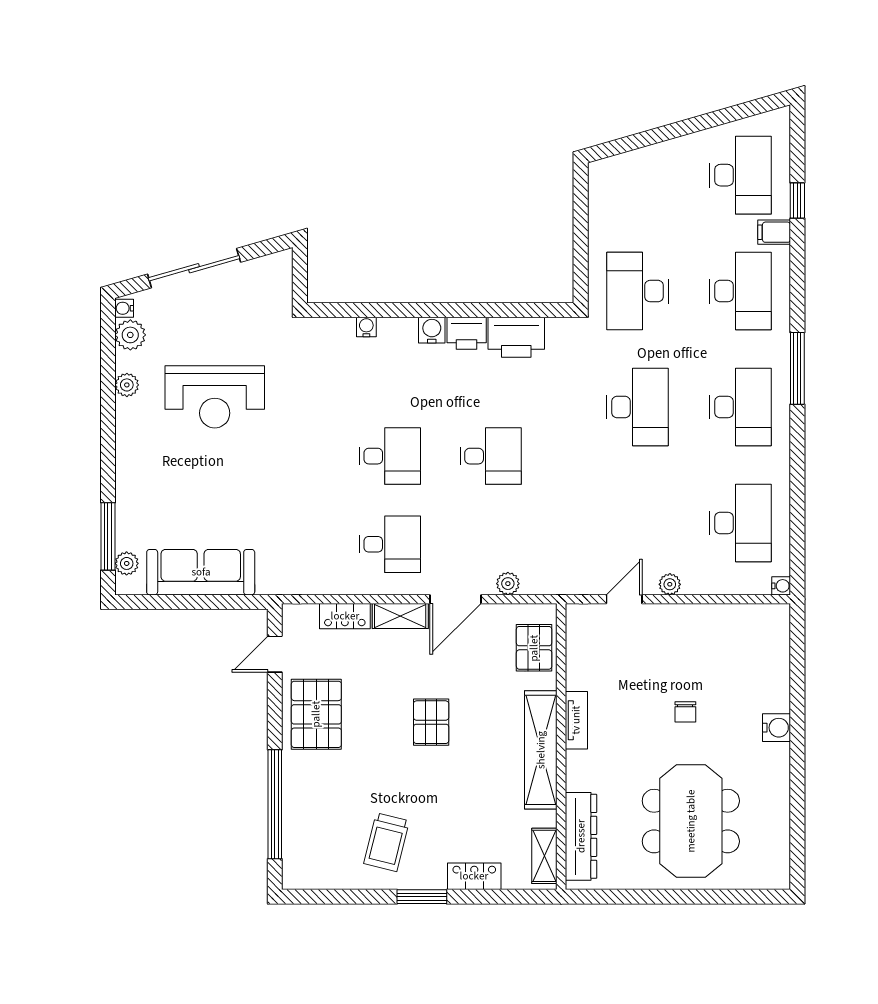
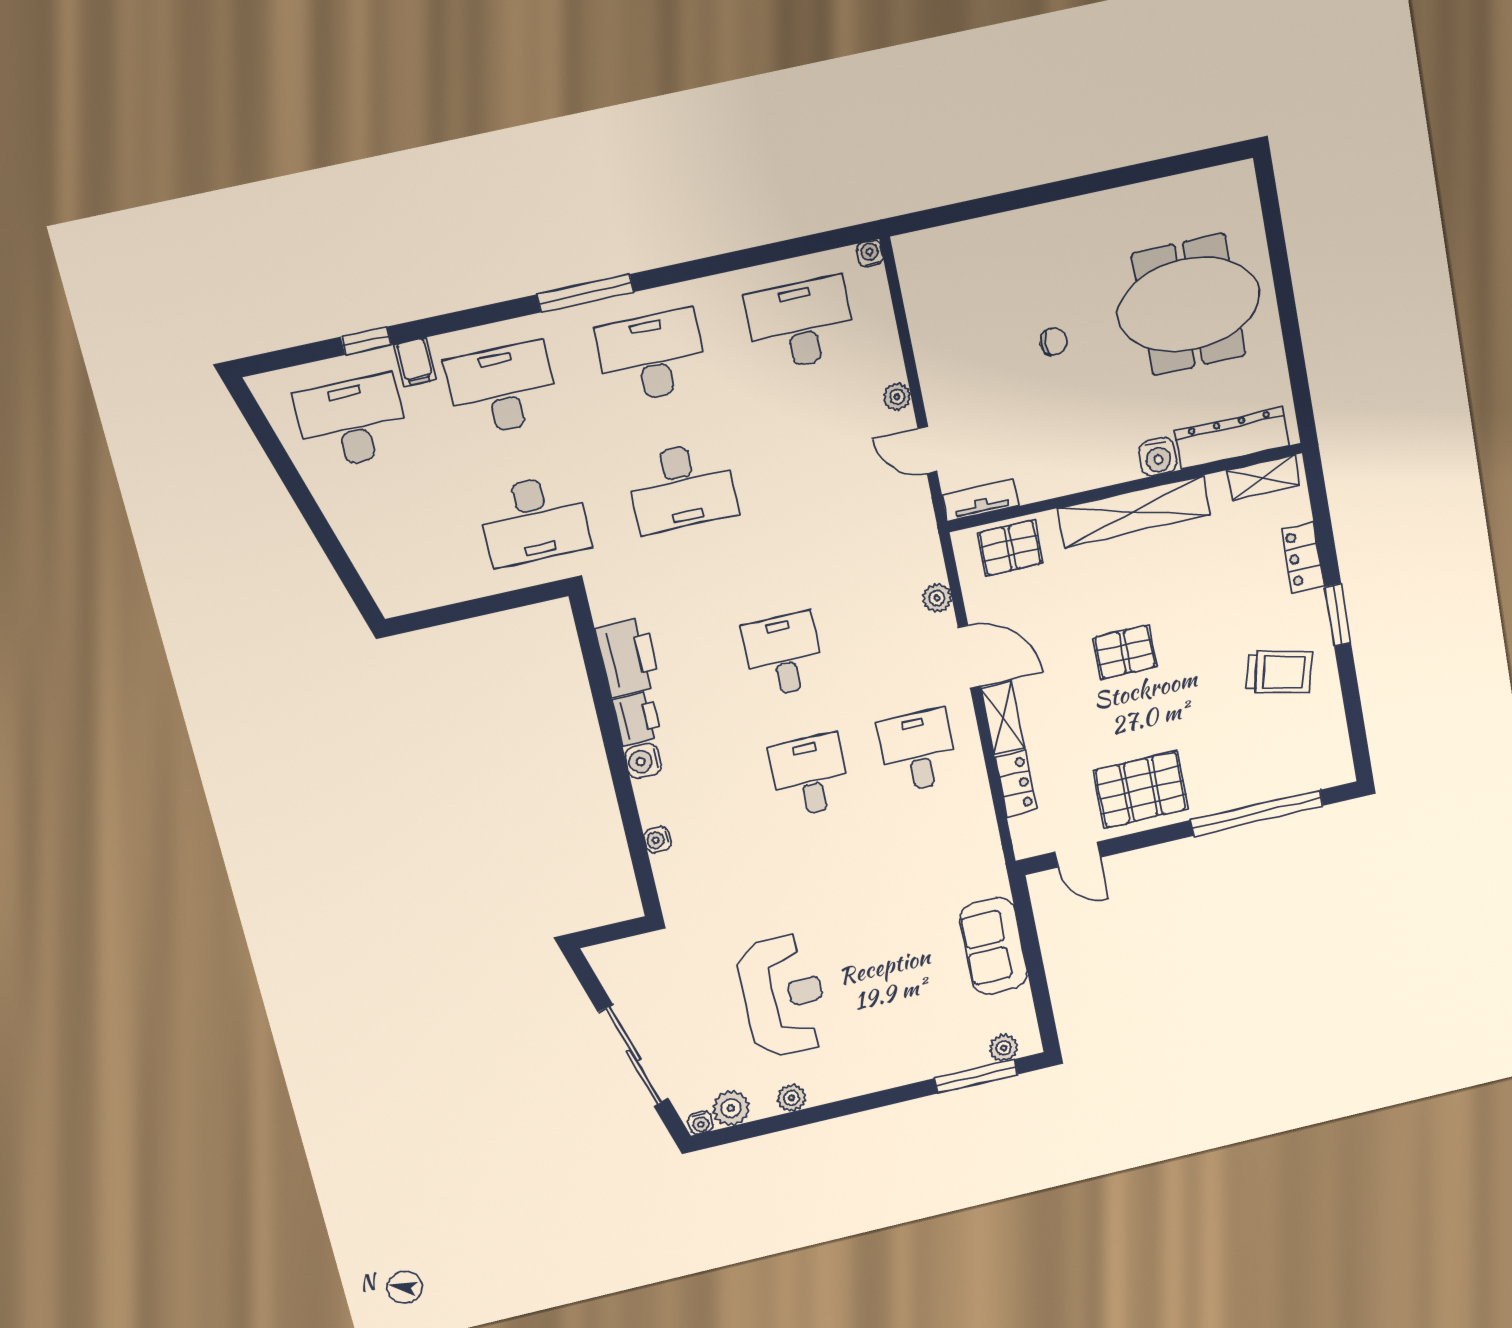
desk: (638, 407) -> (682, 487), turned 180
sofa: (201, 572) -> (994, 946), width x0.73
tv unit: (576, 720) -> (980, 500), moved
water cooler: (776, 728) -> (1158, 457), moved, turned 180

